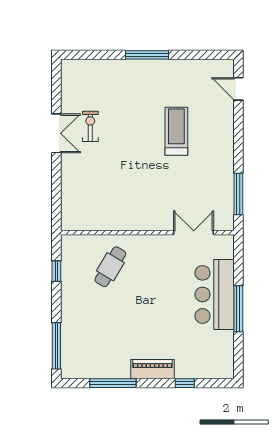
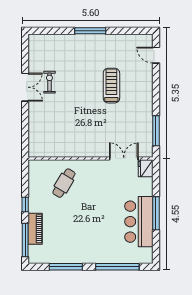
fridge: (224, 246) -> (146, 168), added
window: (56, 271) -> (25, 205), moved
bar counter: (215, 294) -> (139, 222), moved
piano: (152, 369) -> (35, 229), moved, turned 90
window: (185, 383) -> (117, 267), width x3.17

